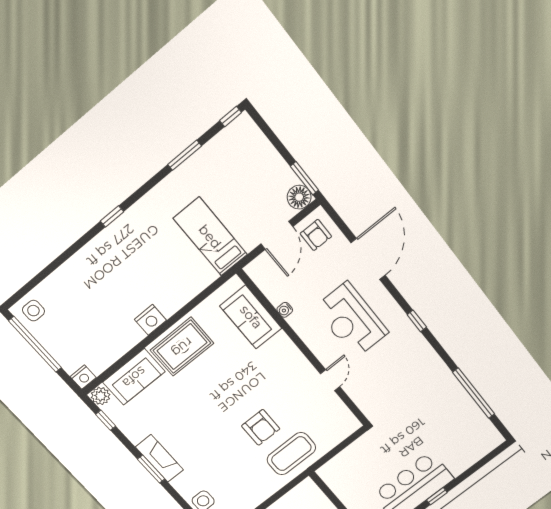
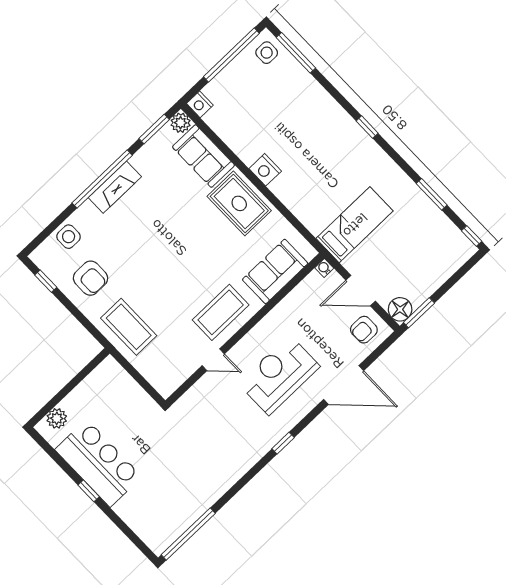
window: (34, 282) -> (296, 53), added
water cooler: (285, 310) -> (324, 268), moved
coffee table: (286, 371) -> (221, 312), added
window: (474, 393) -> (188, 534), moved
window: (106, 420) -> (154, 129), width x1.50
armchair: (261, 427) -> (91, 278), moved, turned -90
window: (151, 469) -> (102, 179), width x2.11

